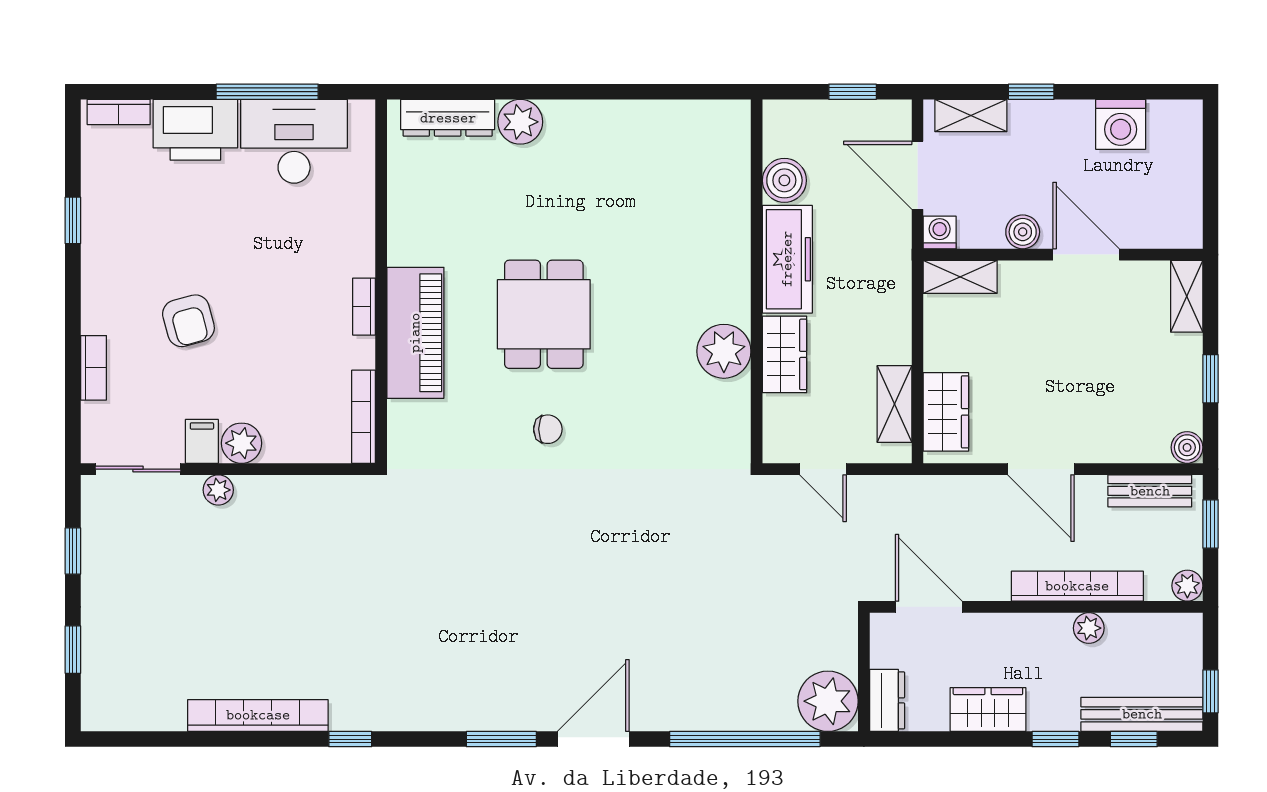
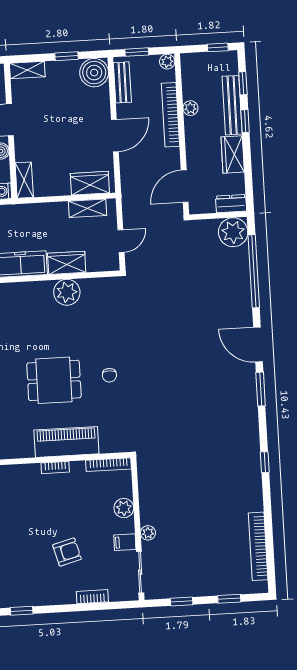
chair: (548, 429) -> (109, 375), turned 180
plant: (242, 443) -> (124, 508), moved
boiler: (1187, 447) -> (94, 73), width x1.86, depth x1.86
bench: (1142, 714) -> (232, 105), moved
bookcase: (258, 715) -> (258, 546), moved

